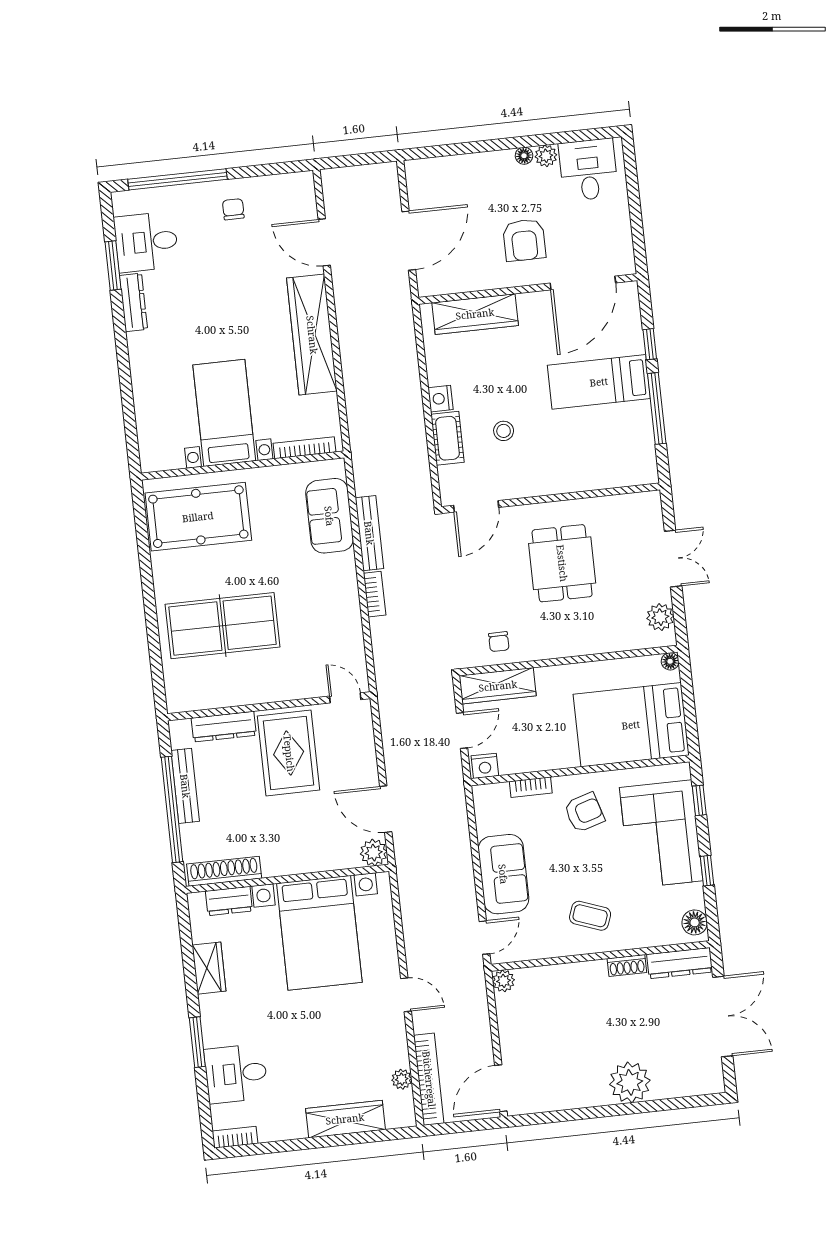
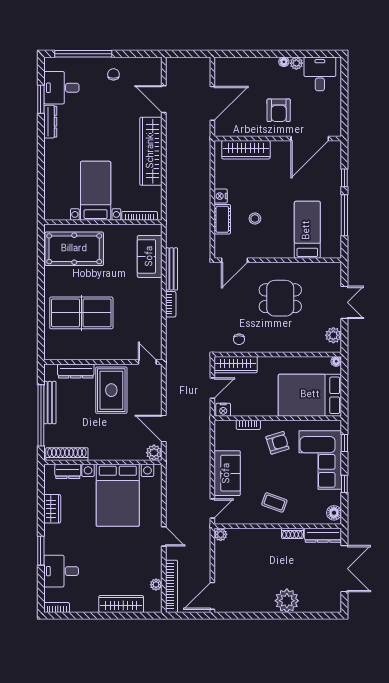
bed: (599, 382) -> (307, 230), moved, turned 90
dining table: (562, 563) -> (280, 298), turned 90

